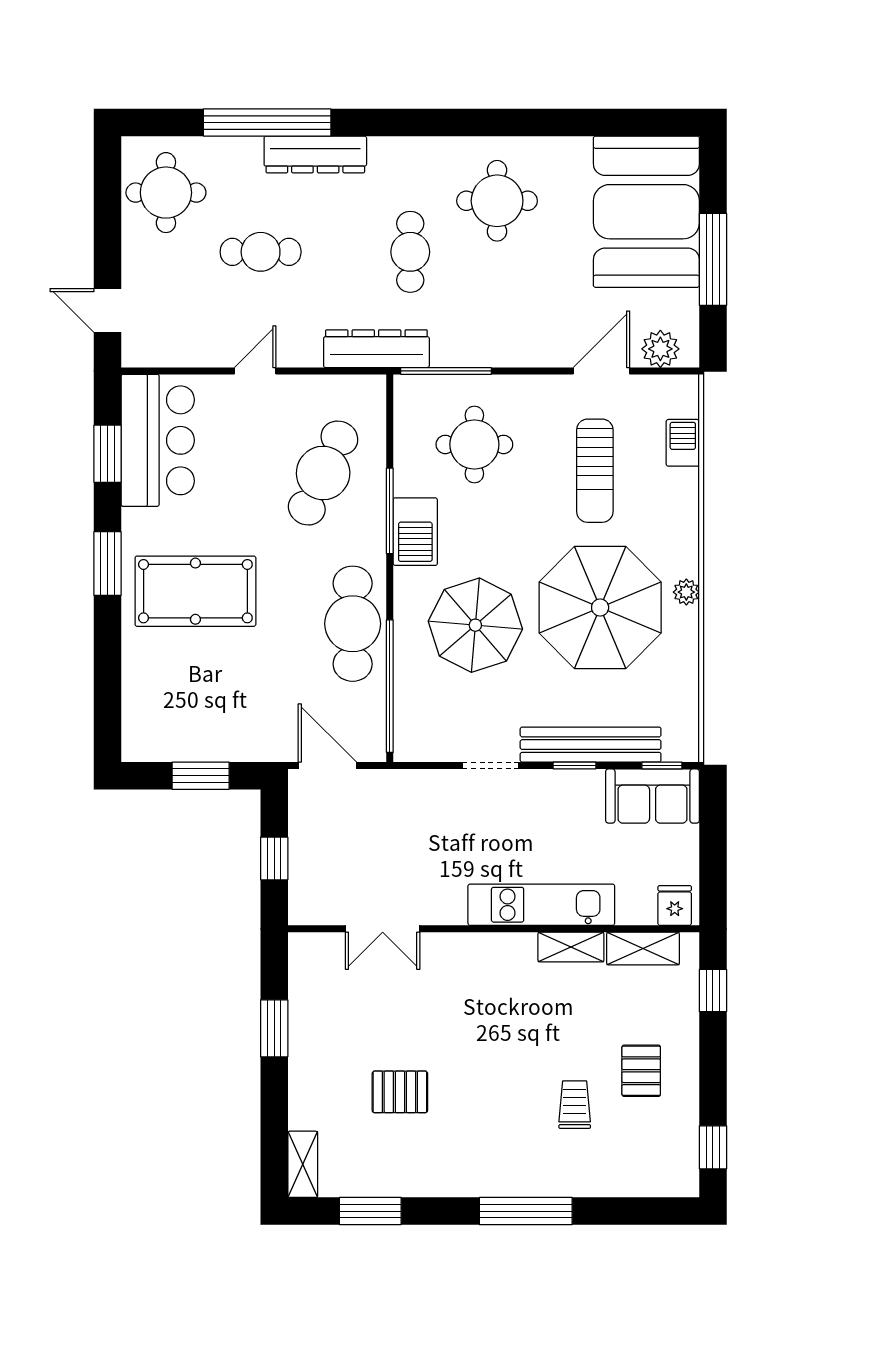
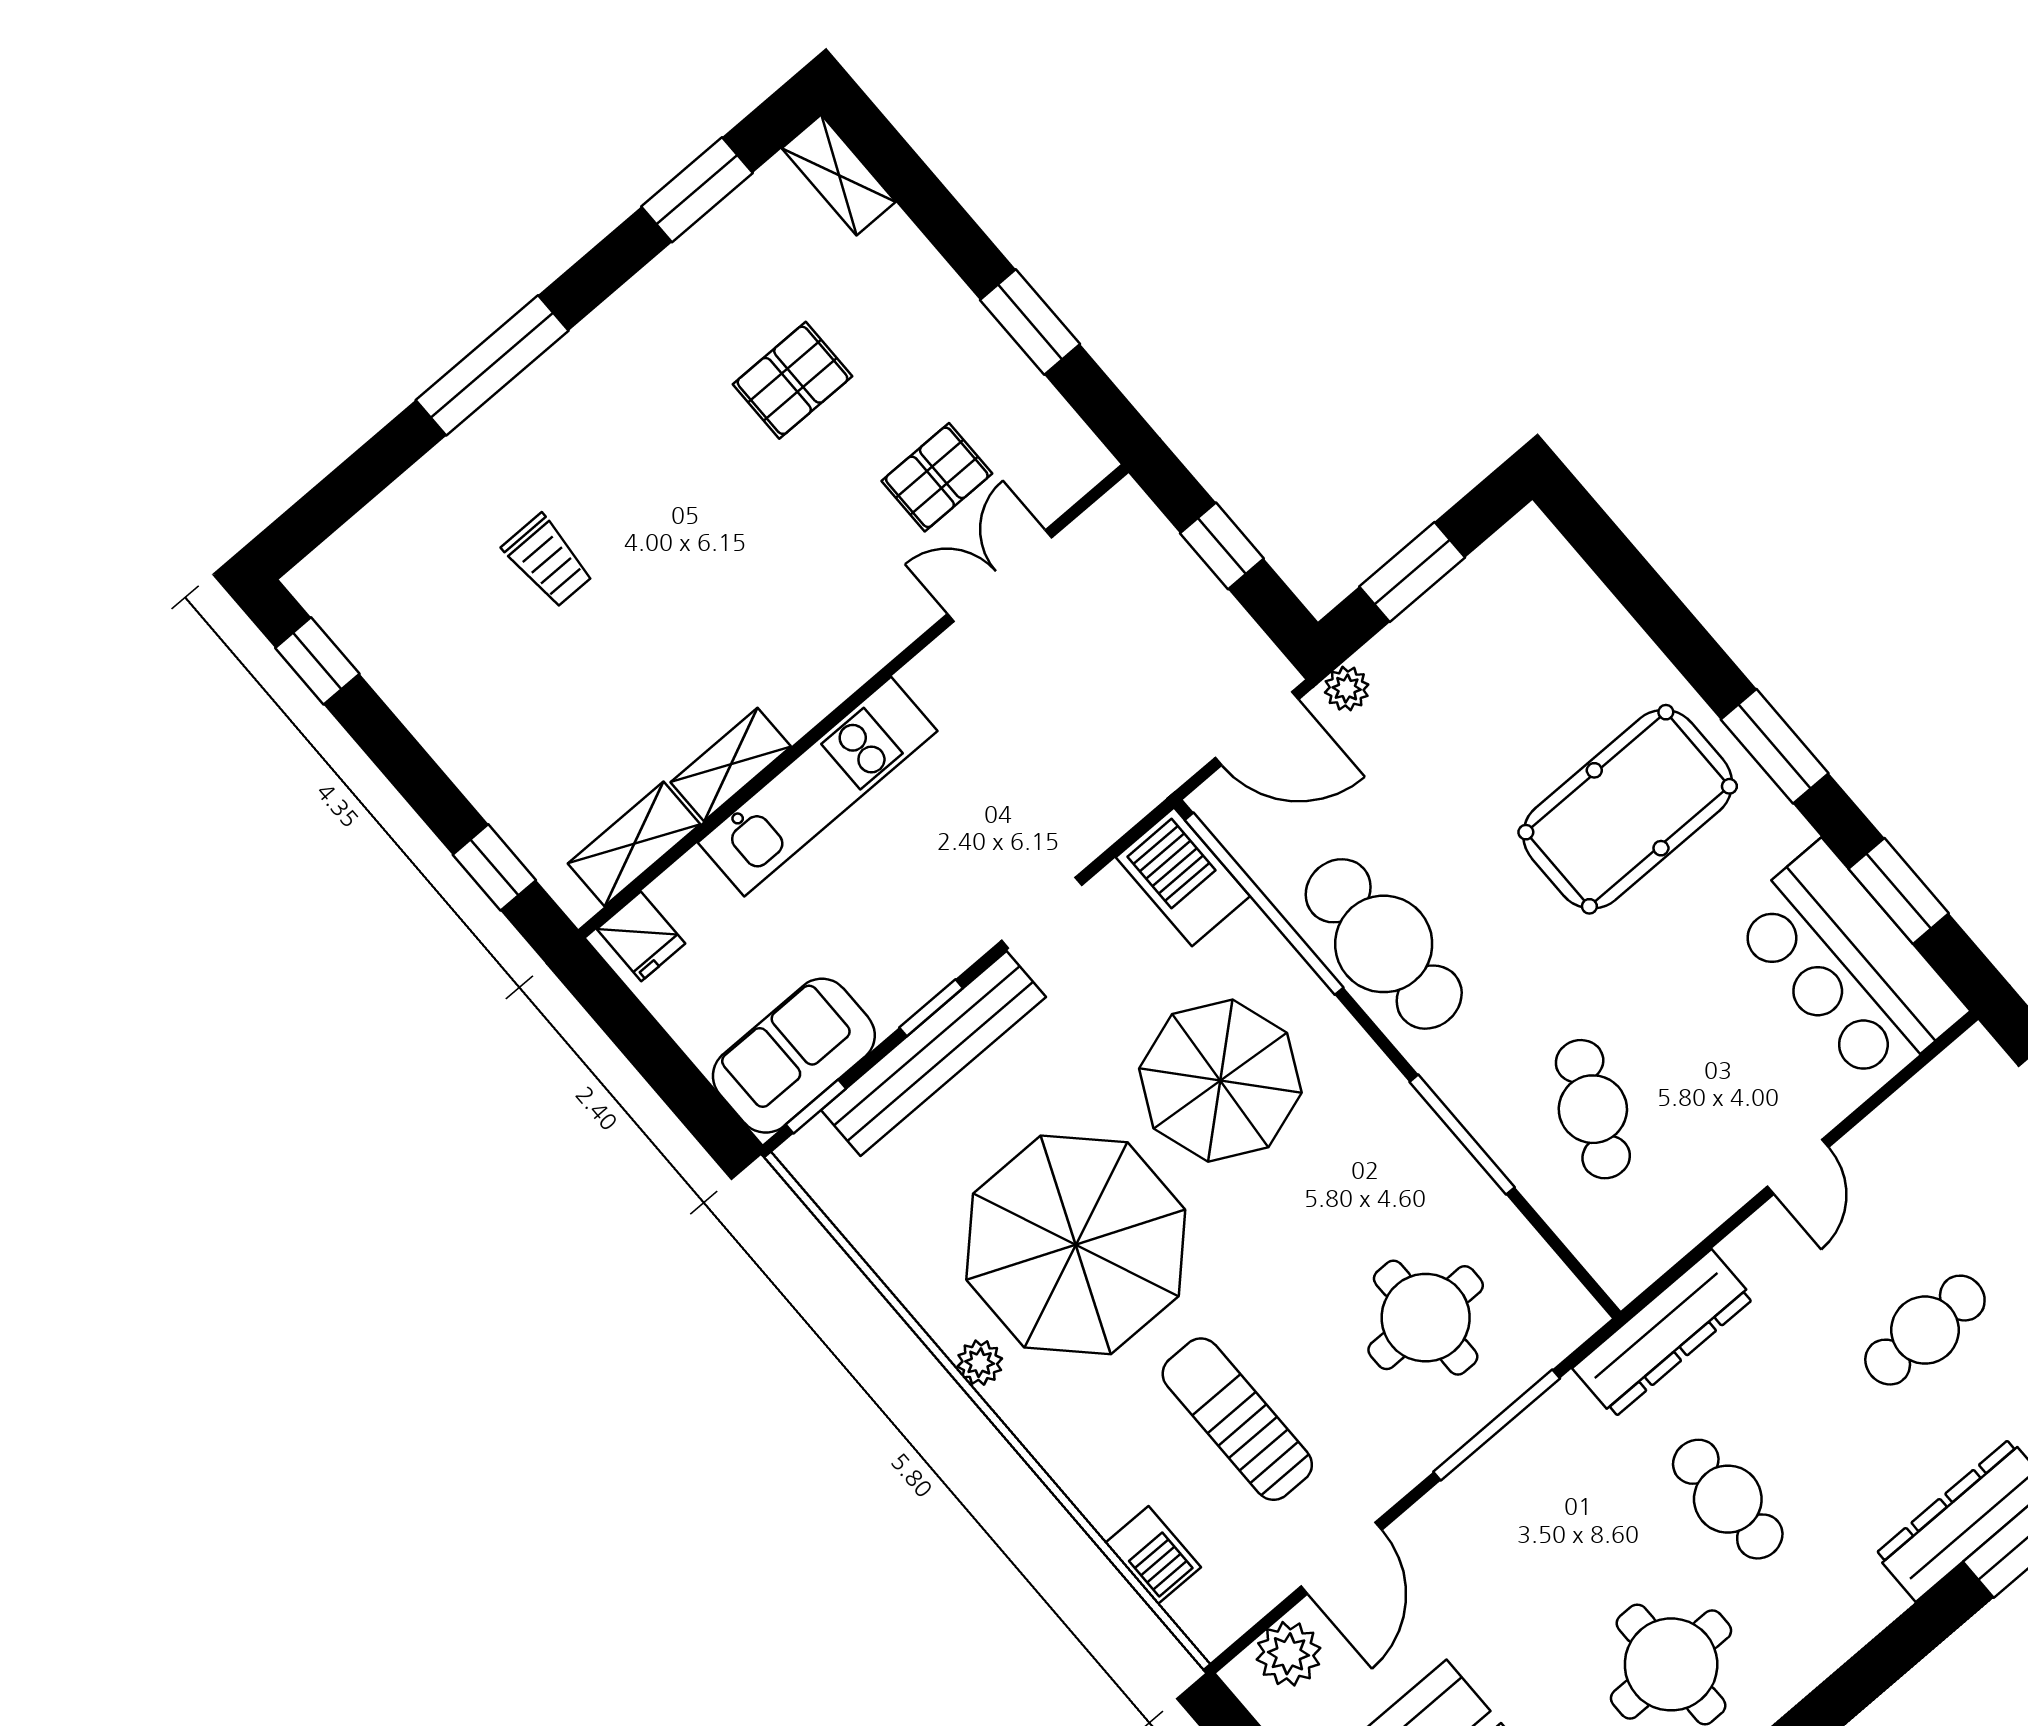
window: (446, 371) -> (1497, 1425), moved
cafe table: (323, 473) -> (1593, 1109), width x0.73, depth x0.74
barbecue: (415, 532) -> (1183, 877), moved
plant: (273, 749) -> (1347, 689), added
pallet: (641, 1071) -> (937, 477), moved, turned 90

